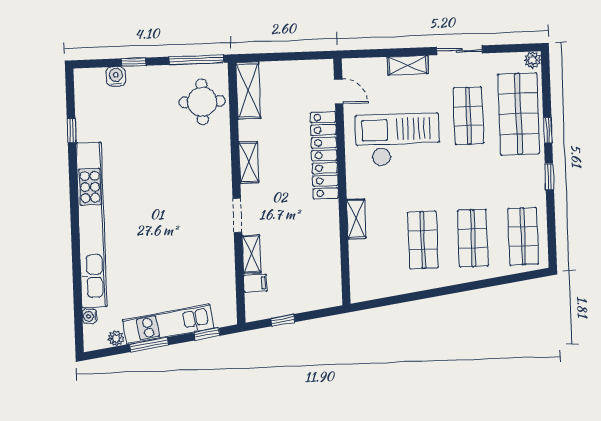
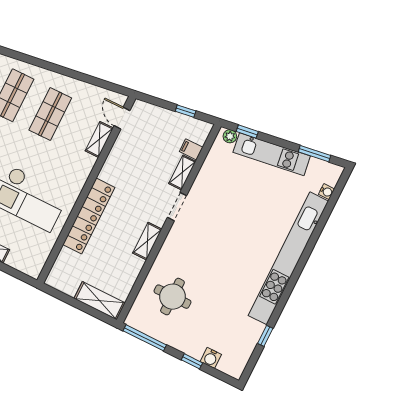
shelving: (248, 91) -> (100, 301), moved, turned 90
door: (339, 91) -> (122, 118), moved
round table: (202, 102) -> (172, 297), moved
shelving: (356, 219) -> (99, 139), moved
plant: (116, 338) -> (230, 136), moved
window: (149, 345) -> (314, 154), moved

